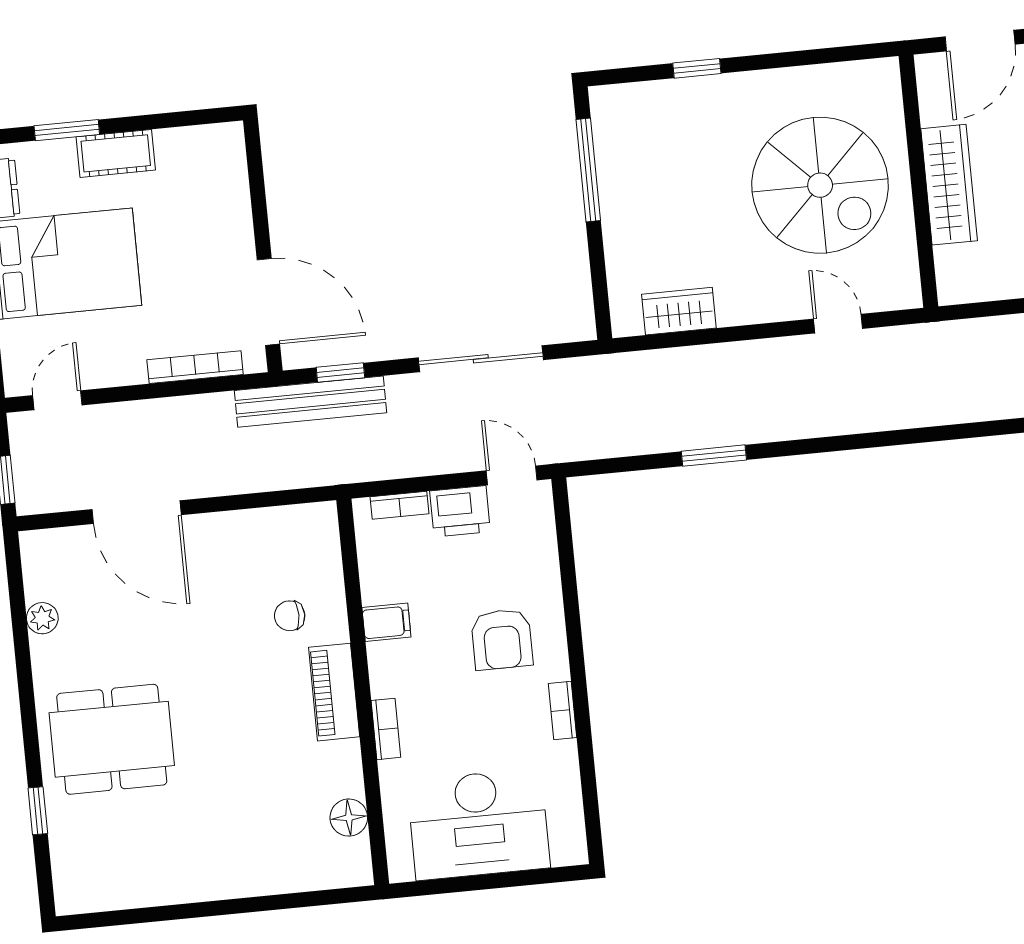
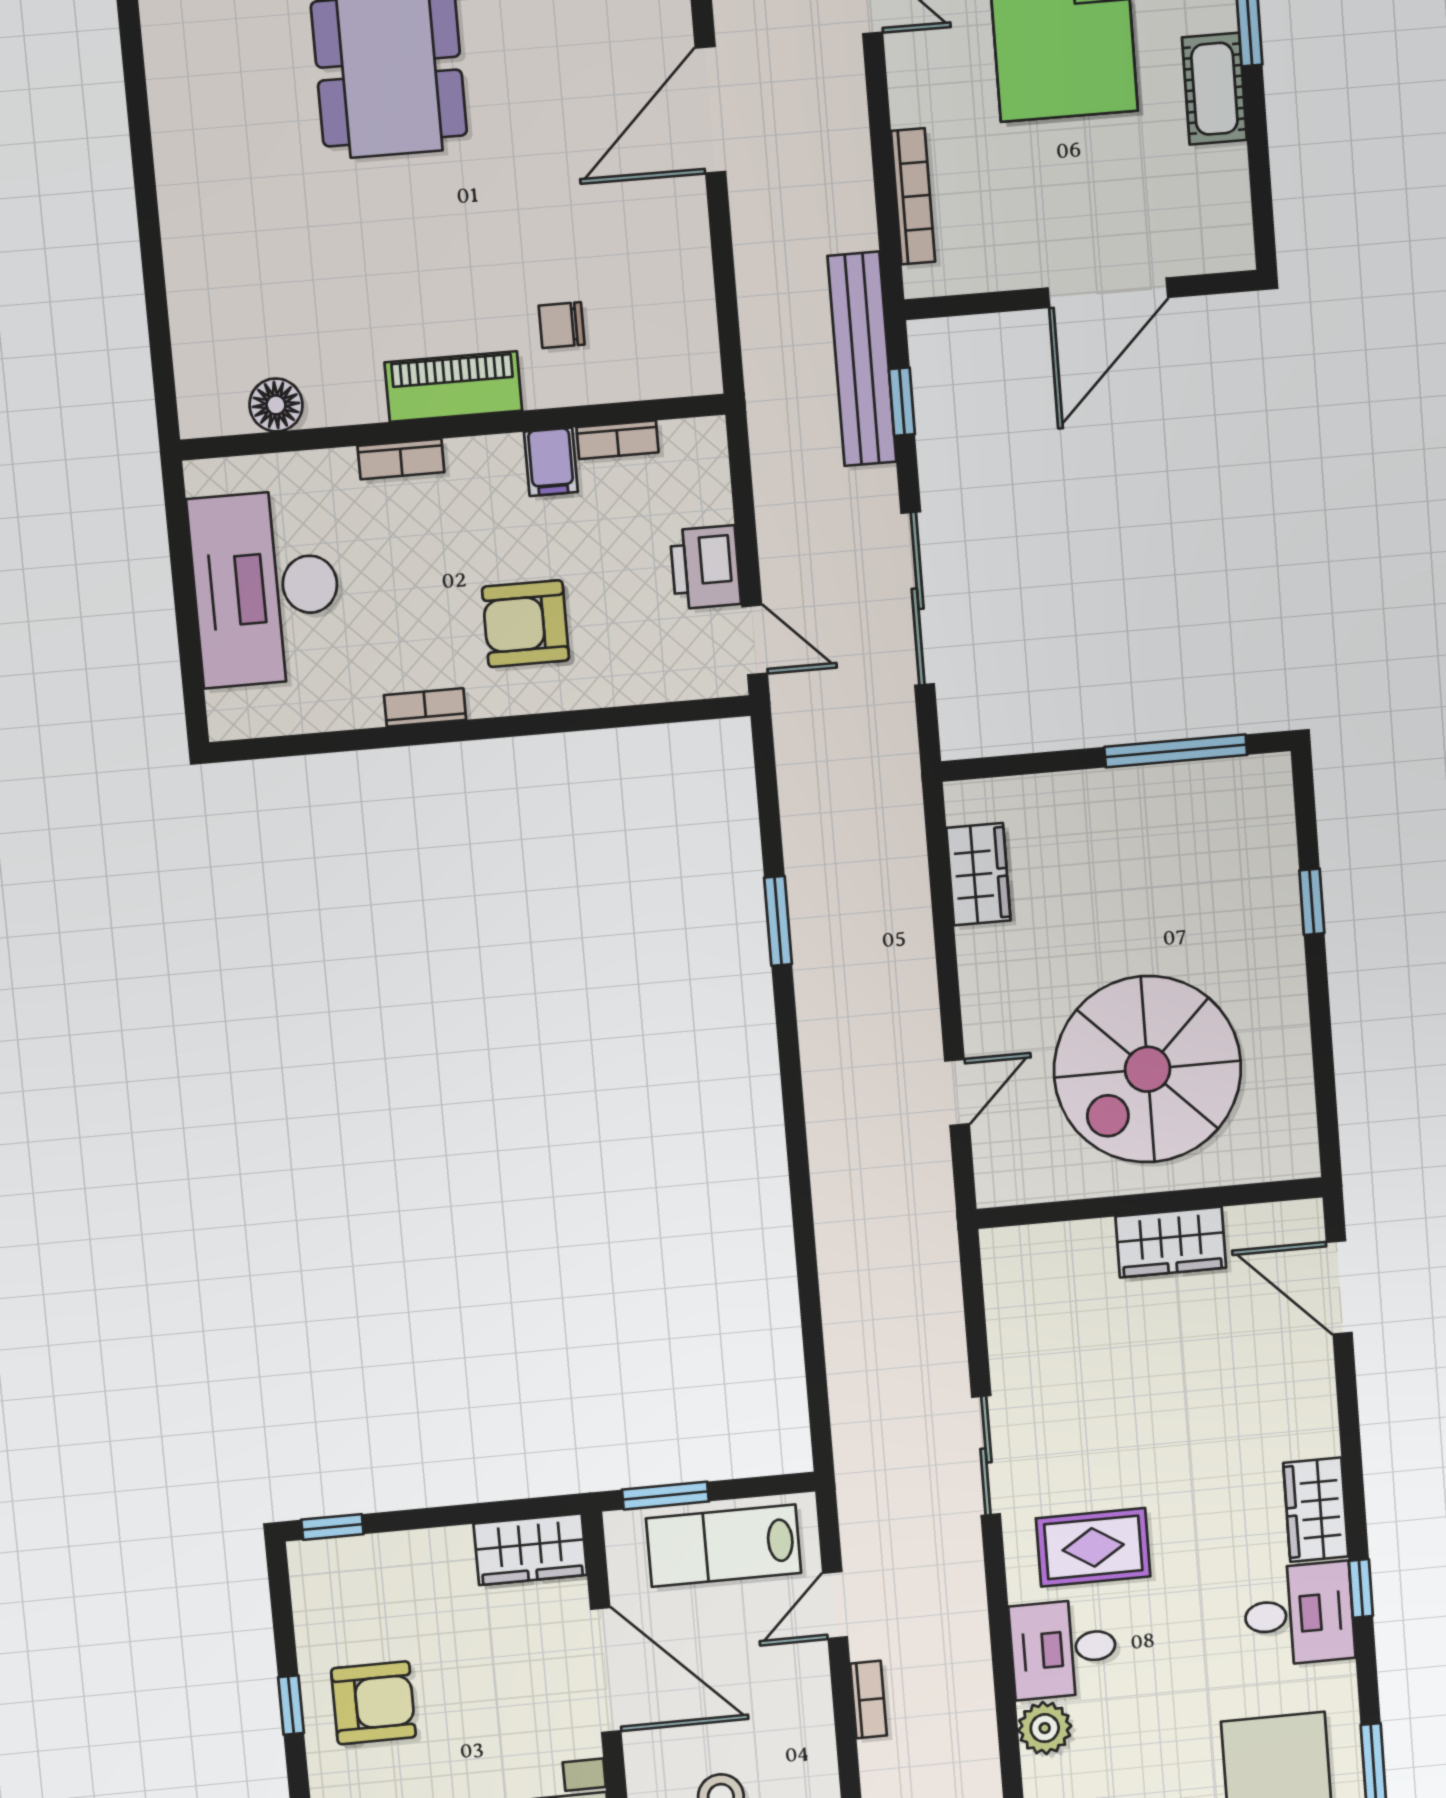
wardrobe: (949, 185) -> (1171, 1242), width x0.67
door: (268, 302) -> (1108, 293), moved
door: (512, 475) -> (755, 640), hinge flipped
bookcase: (400, 505) -> (618, 440), moved, turned -90
chair: (290, 616) -> (562, 325), turned -90

